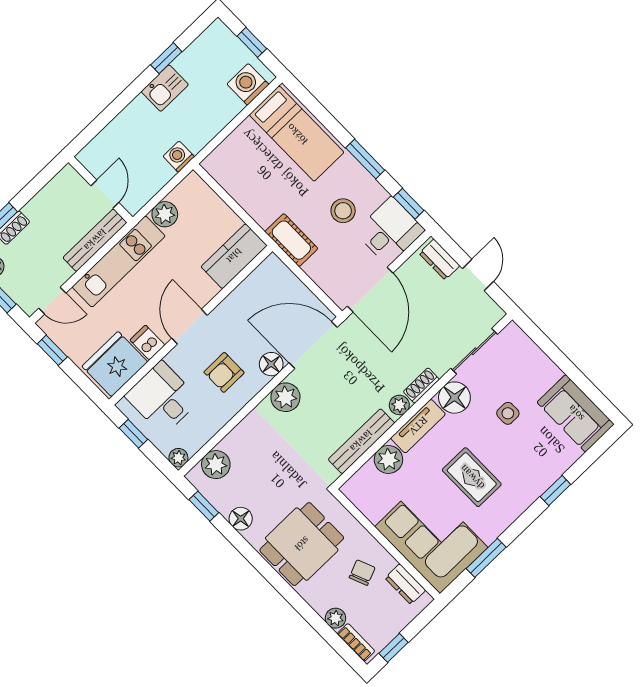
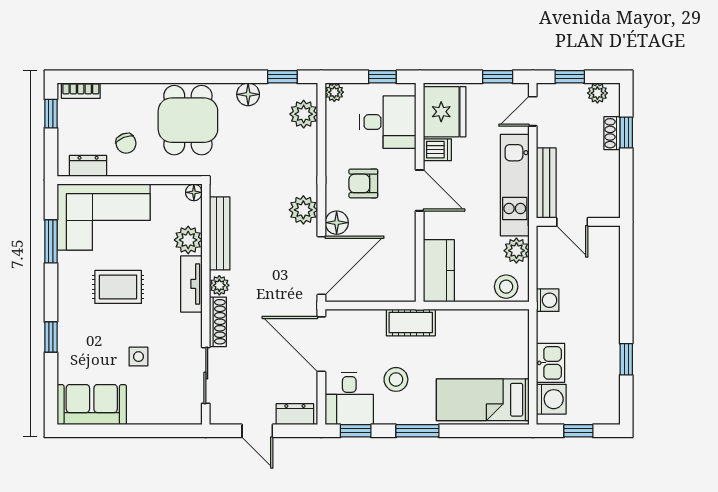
kitchen sink: (165, 88) -> (551, 363), moved, turned 180
stool: (198, 196) -> (506, 287), added
armchair: (224, 372) -> (363, 183), turned -90
shoe rack: (421, 386) -> (218, 322), width x1.43
floor lamp: (454, 398) -> (194, 192), moved, width x0.53, depth x0.53
plant: (335, 618) -> (112, 93), removed

